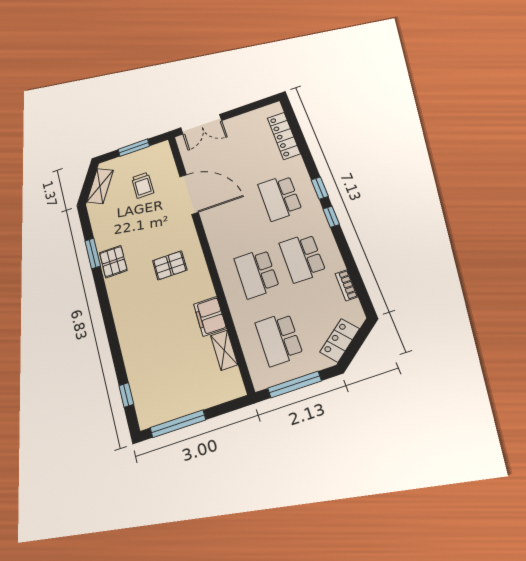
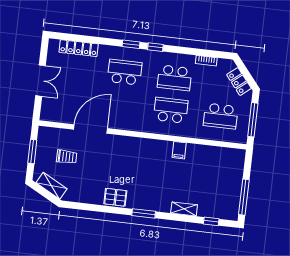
double door: (201, 124) -> (40, 81), moved
school desk: (280, 198) -> (125, 72), turned 180
window: (93, 253) -> (144, 213), moved
pallet: (170, 265) -> (137, 162), removed
school desk: (257, 273) -> (171, 110), turned 180
filing cabinet: (210, 316) -> (179, 150), width x0.50
shelving: (224, 350) -> (184, 209), moved

